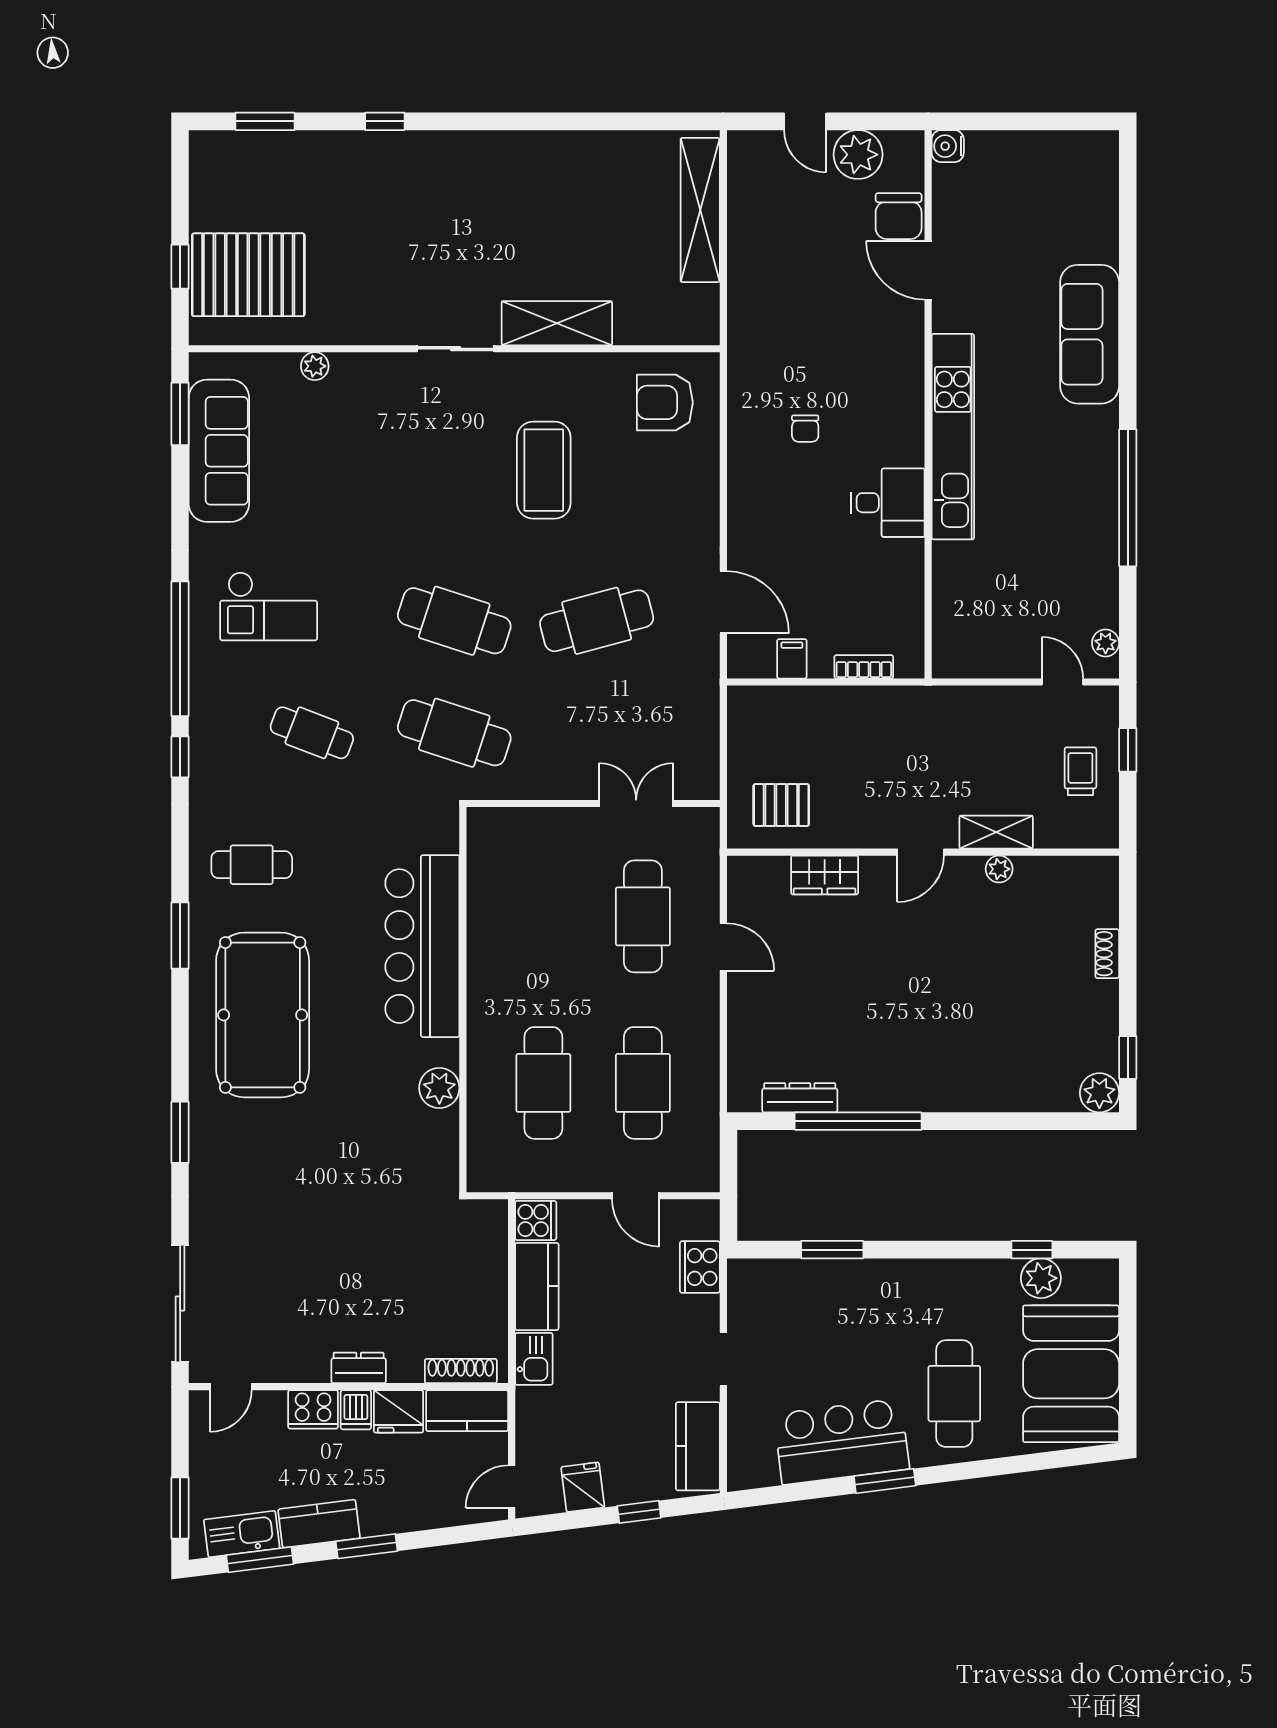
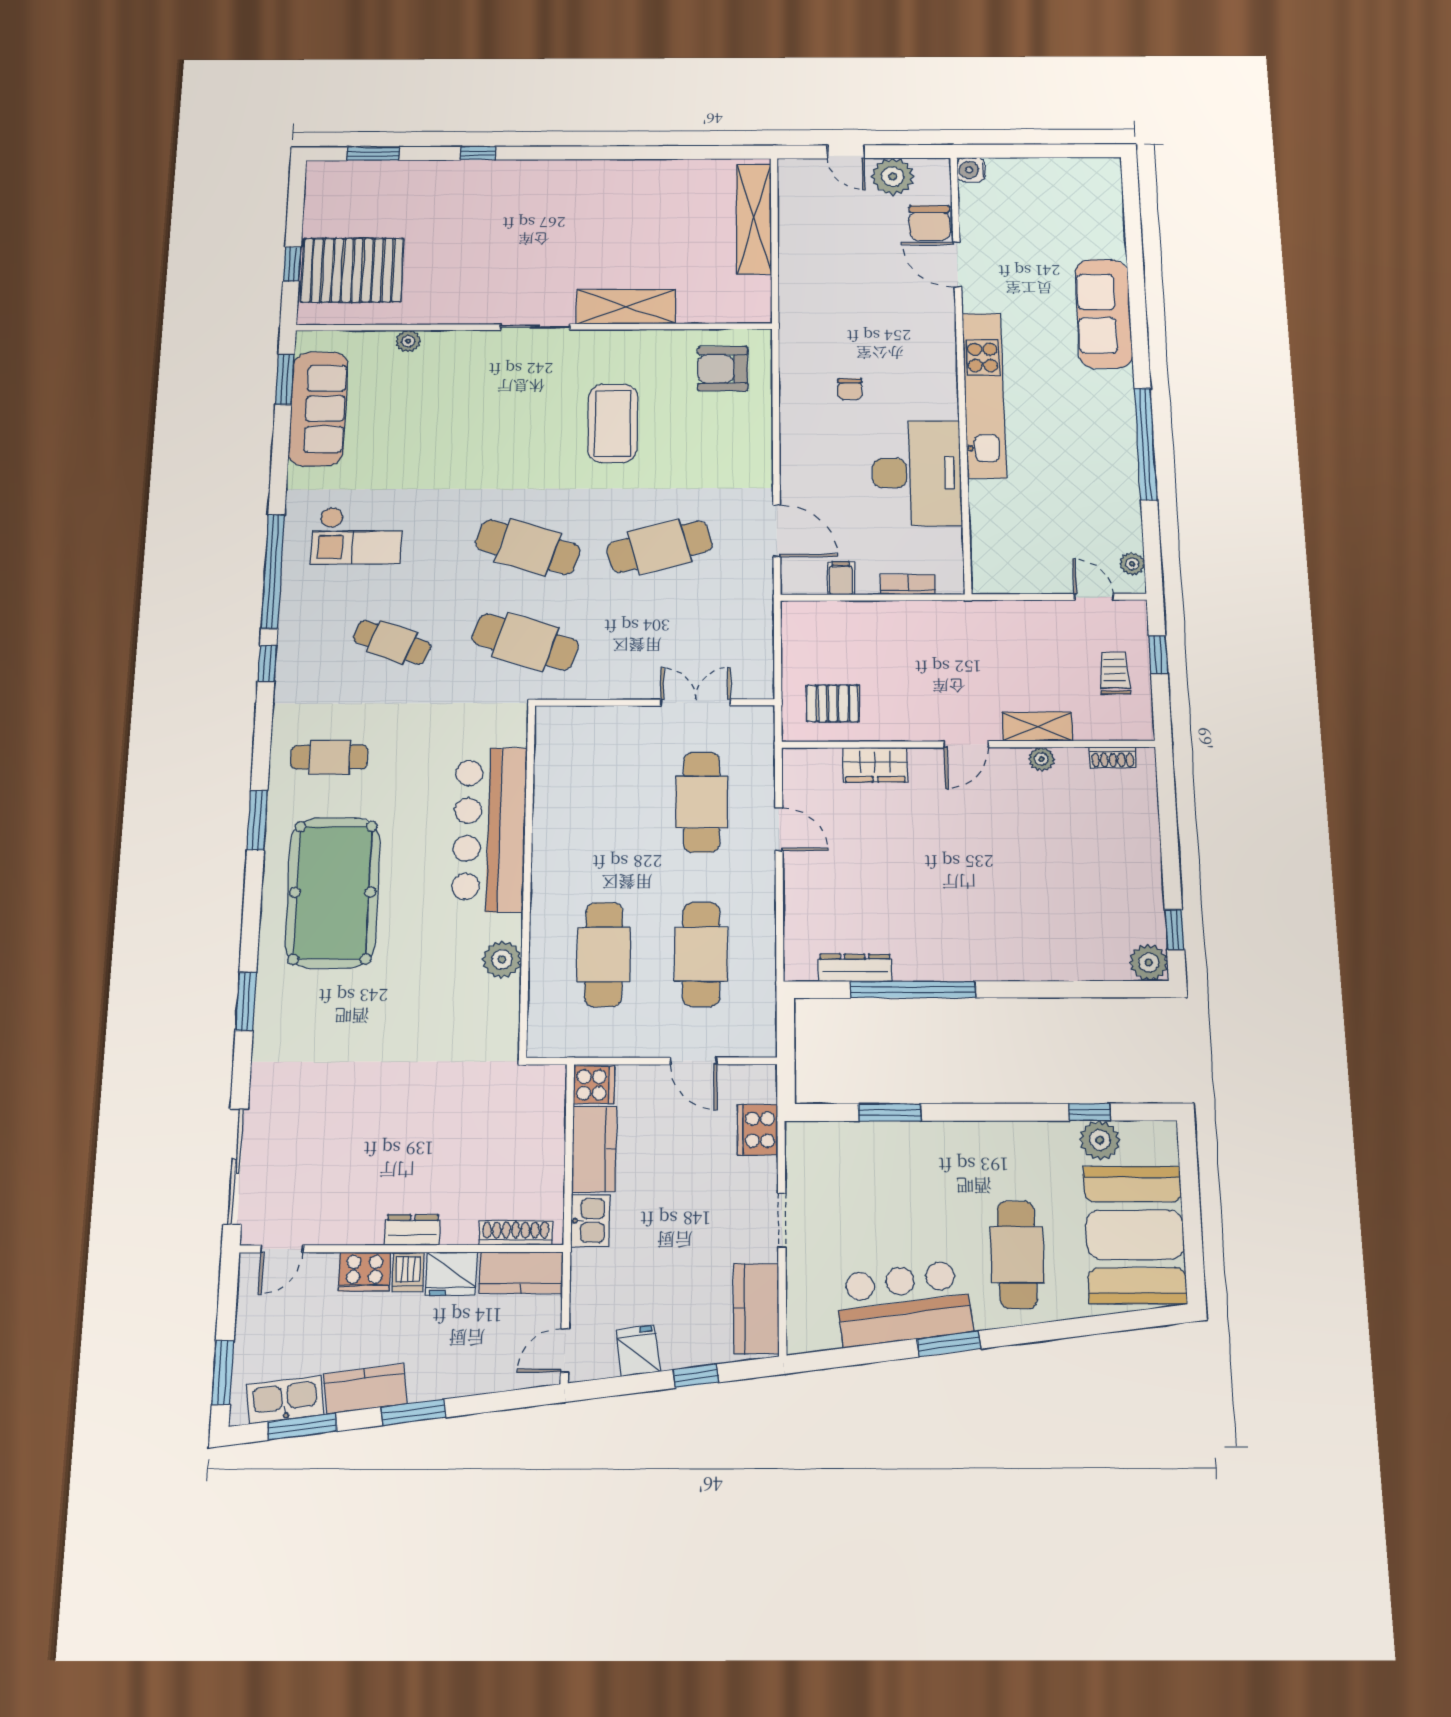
desk: (888, 503) -> (917, 473), width x1.87, depth x1.30
shoe rack: (1107, 954) -> (1113, 757), moved, turned -90

